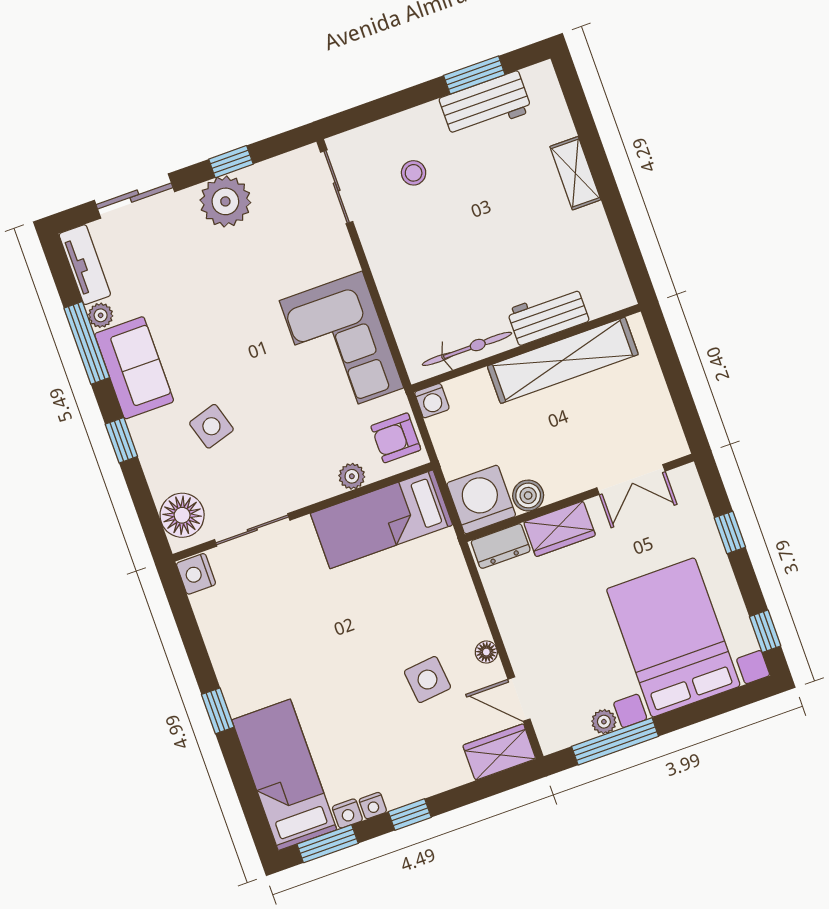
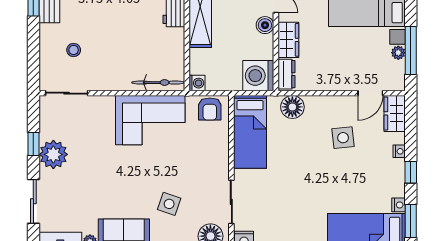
bicycle: (467, 349) -> (158, 83), moved, turned 90
side table: (211, 426) -> (169, 204), turned 36
plant: (352, 476) -> (222, 139), removed
boiler: (528, 495) -> (265, 25), moved
floor lamp: (486, 652) -> (292, 107), moved, width x1.89, depth x1.89
nightstand: (373, 806) -> (399, 151), moved

